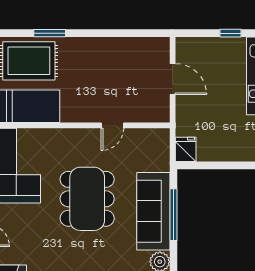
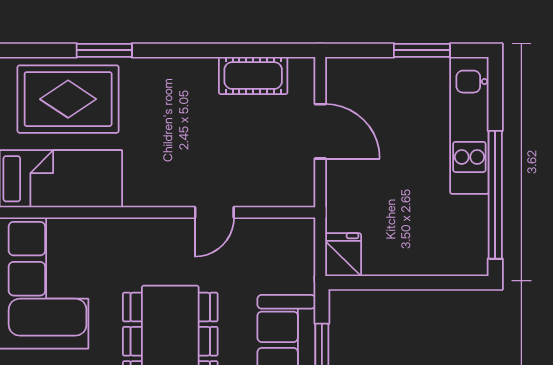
window: (231, 33) -> (422, 50), width x1.50
cot: (134, 47) -> (253, 76), added

